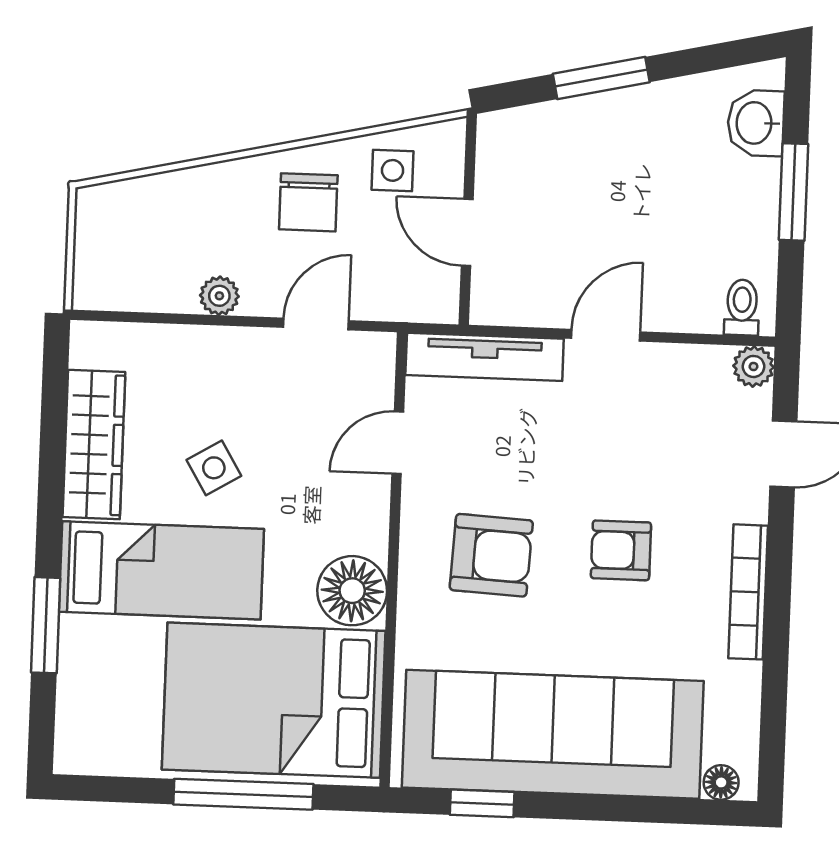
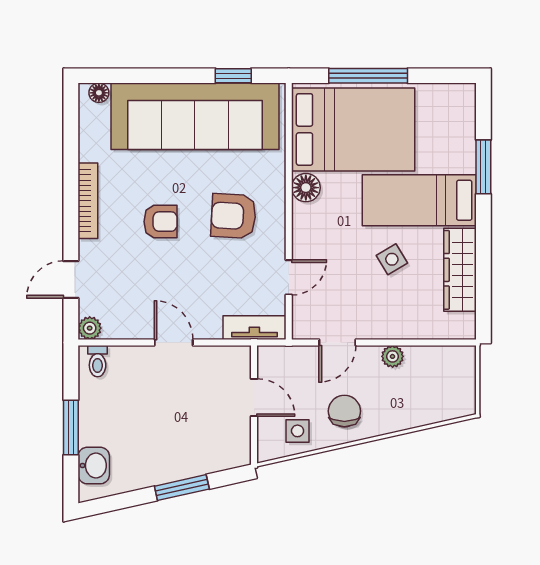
door: (606, 335) -> (174, 343), swing flipped
tv unit: (485, 357) -> (254, 328), width x0.71
floor lamp: (352, 591) -> (306, 188), width x0.73, depth x0.73

